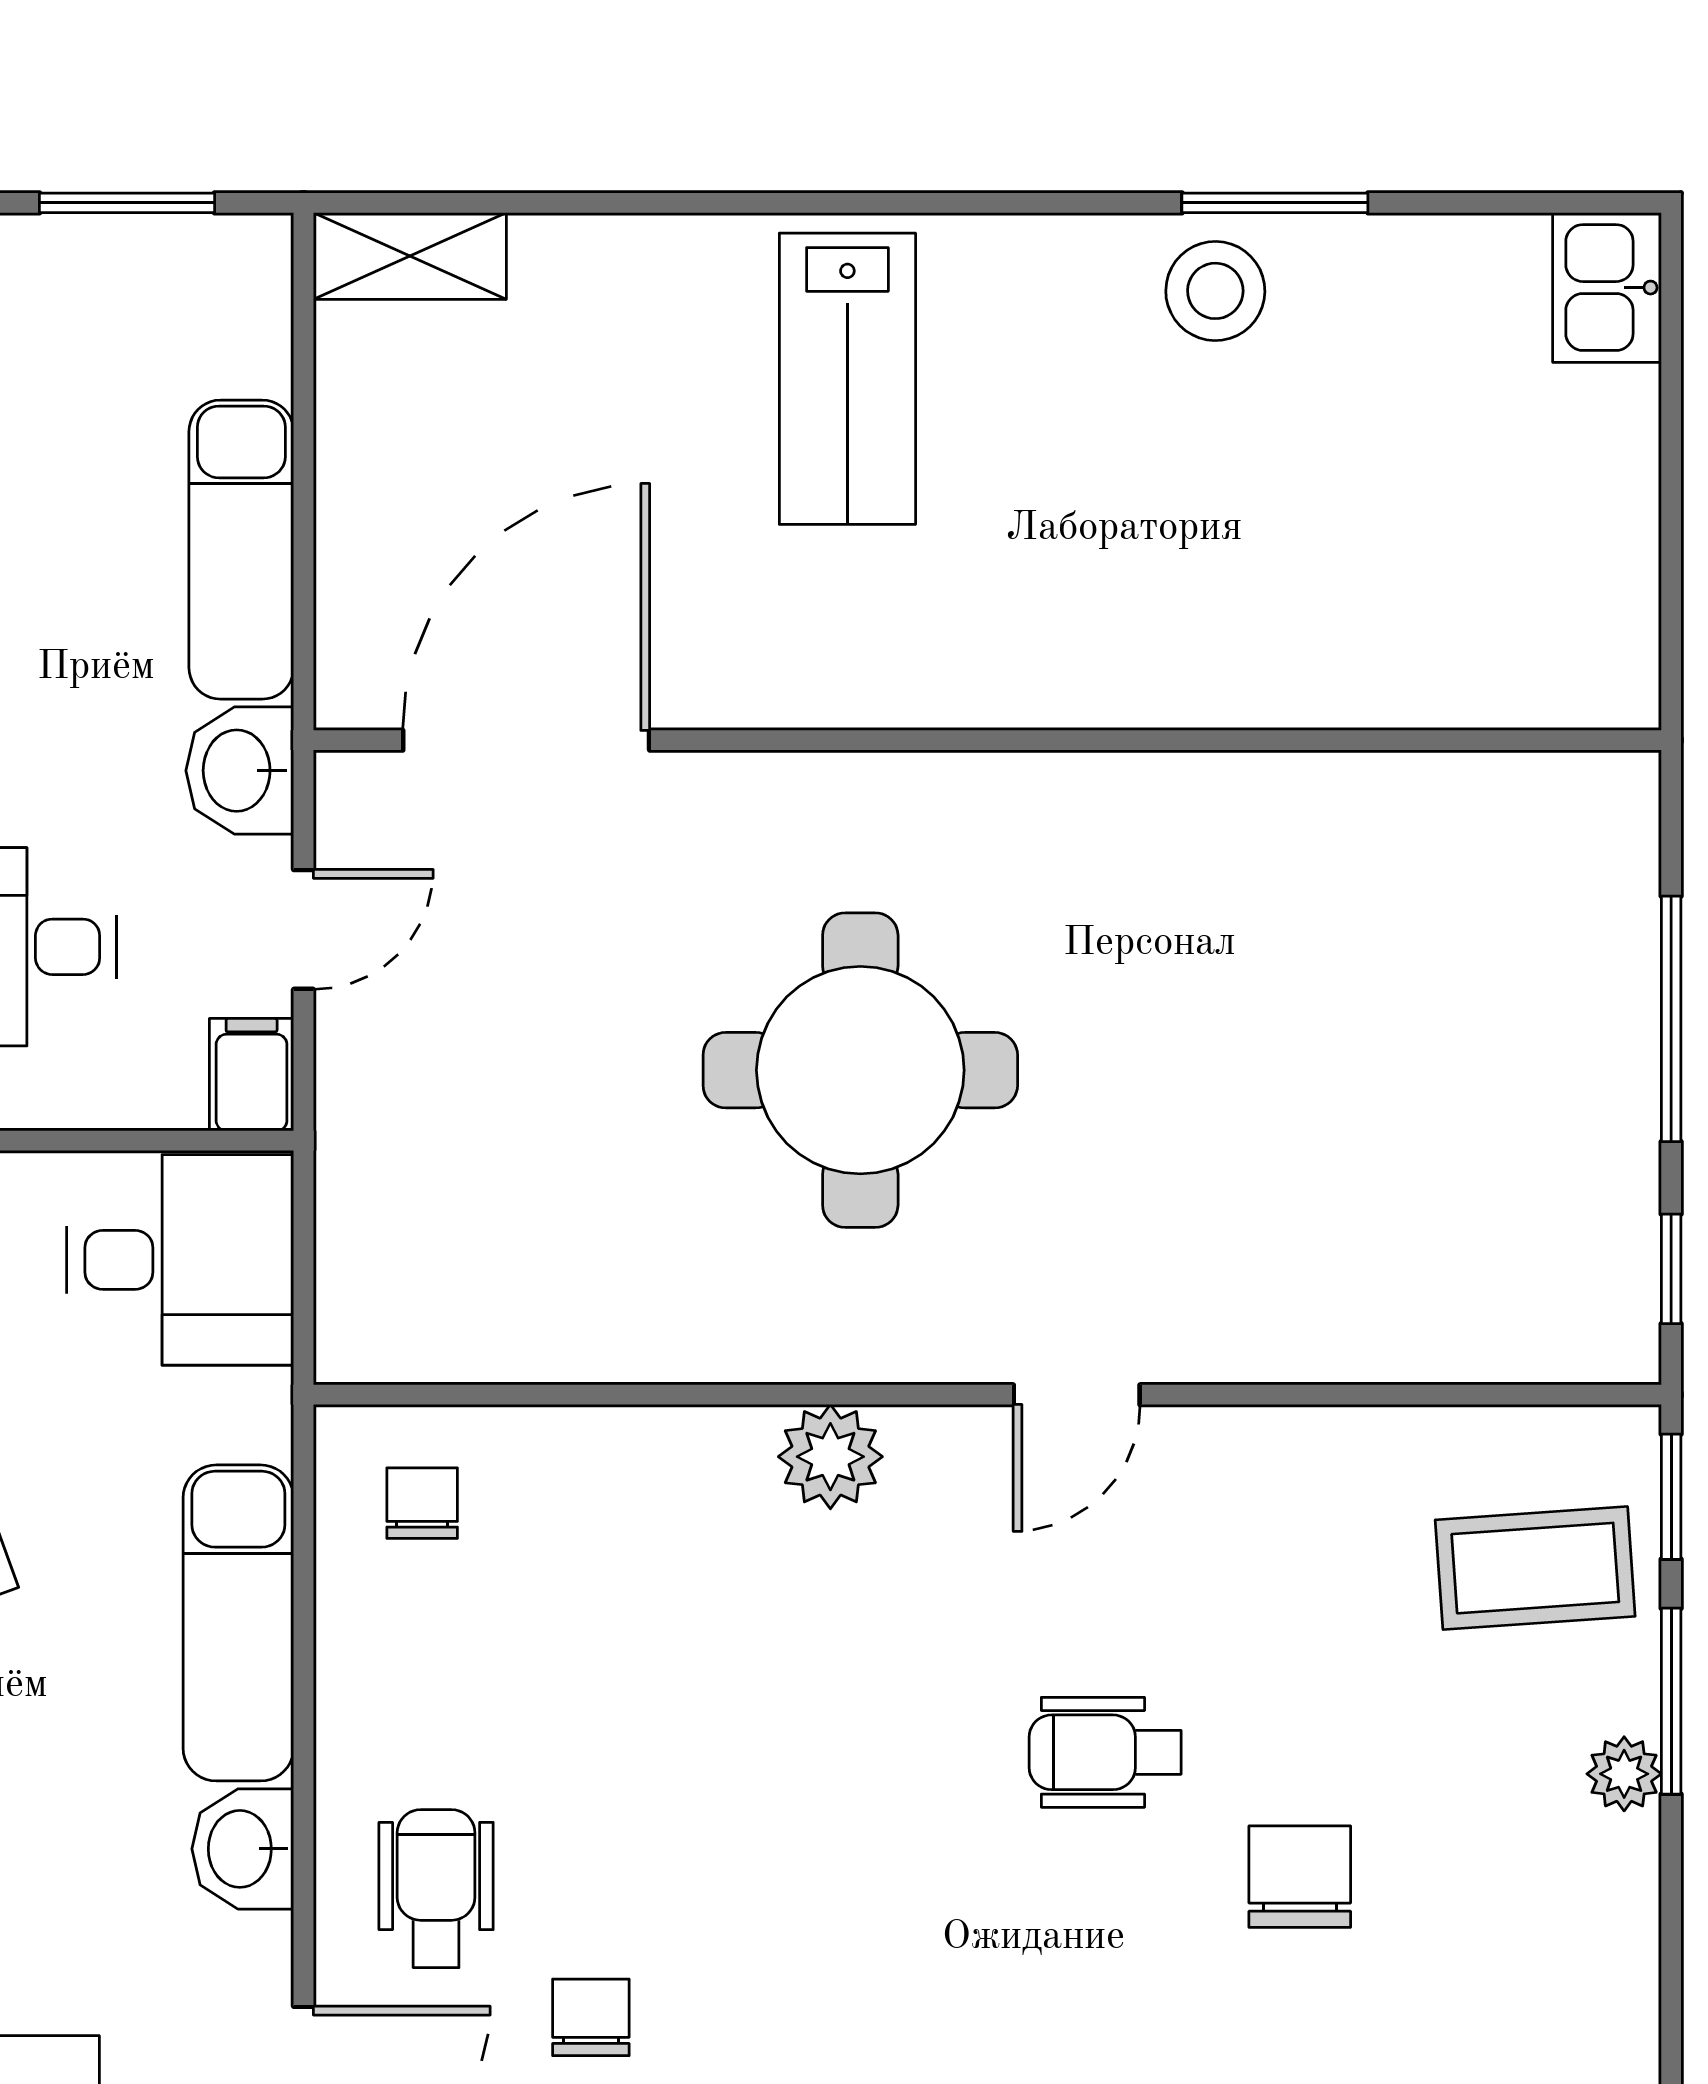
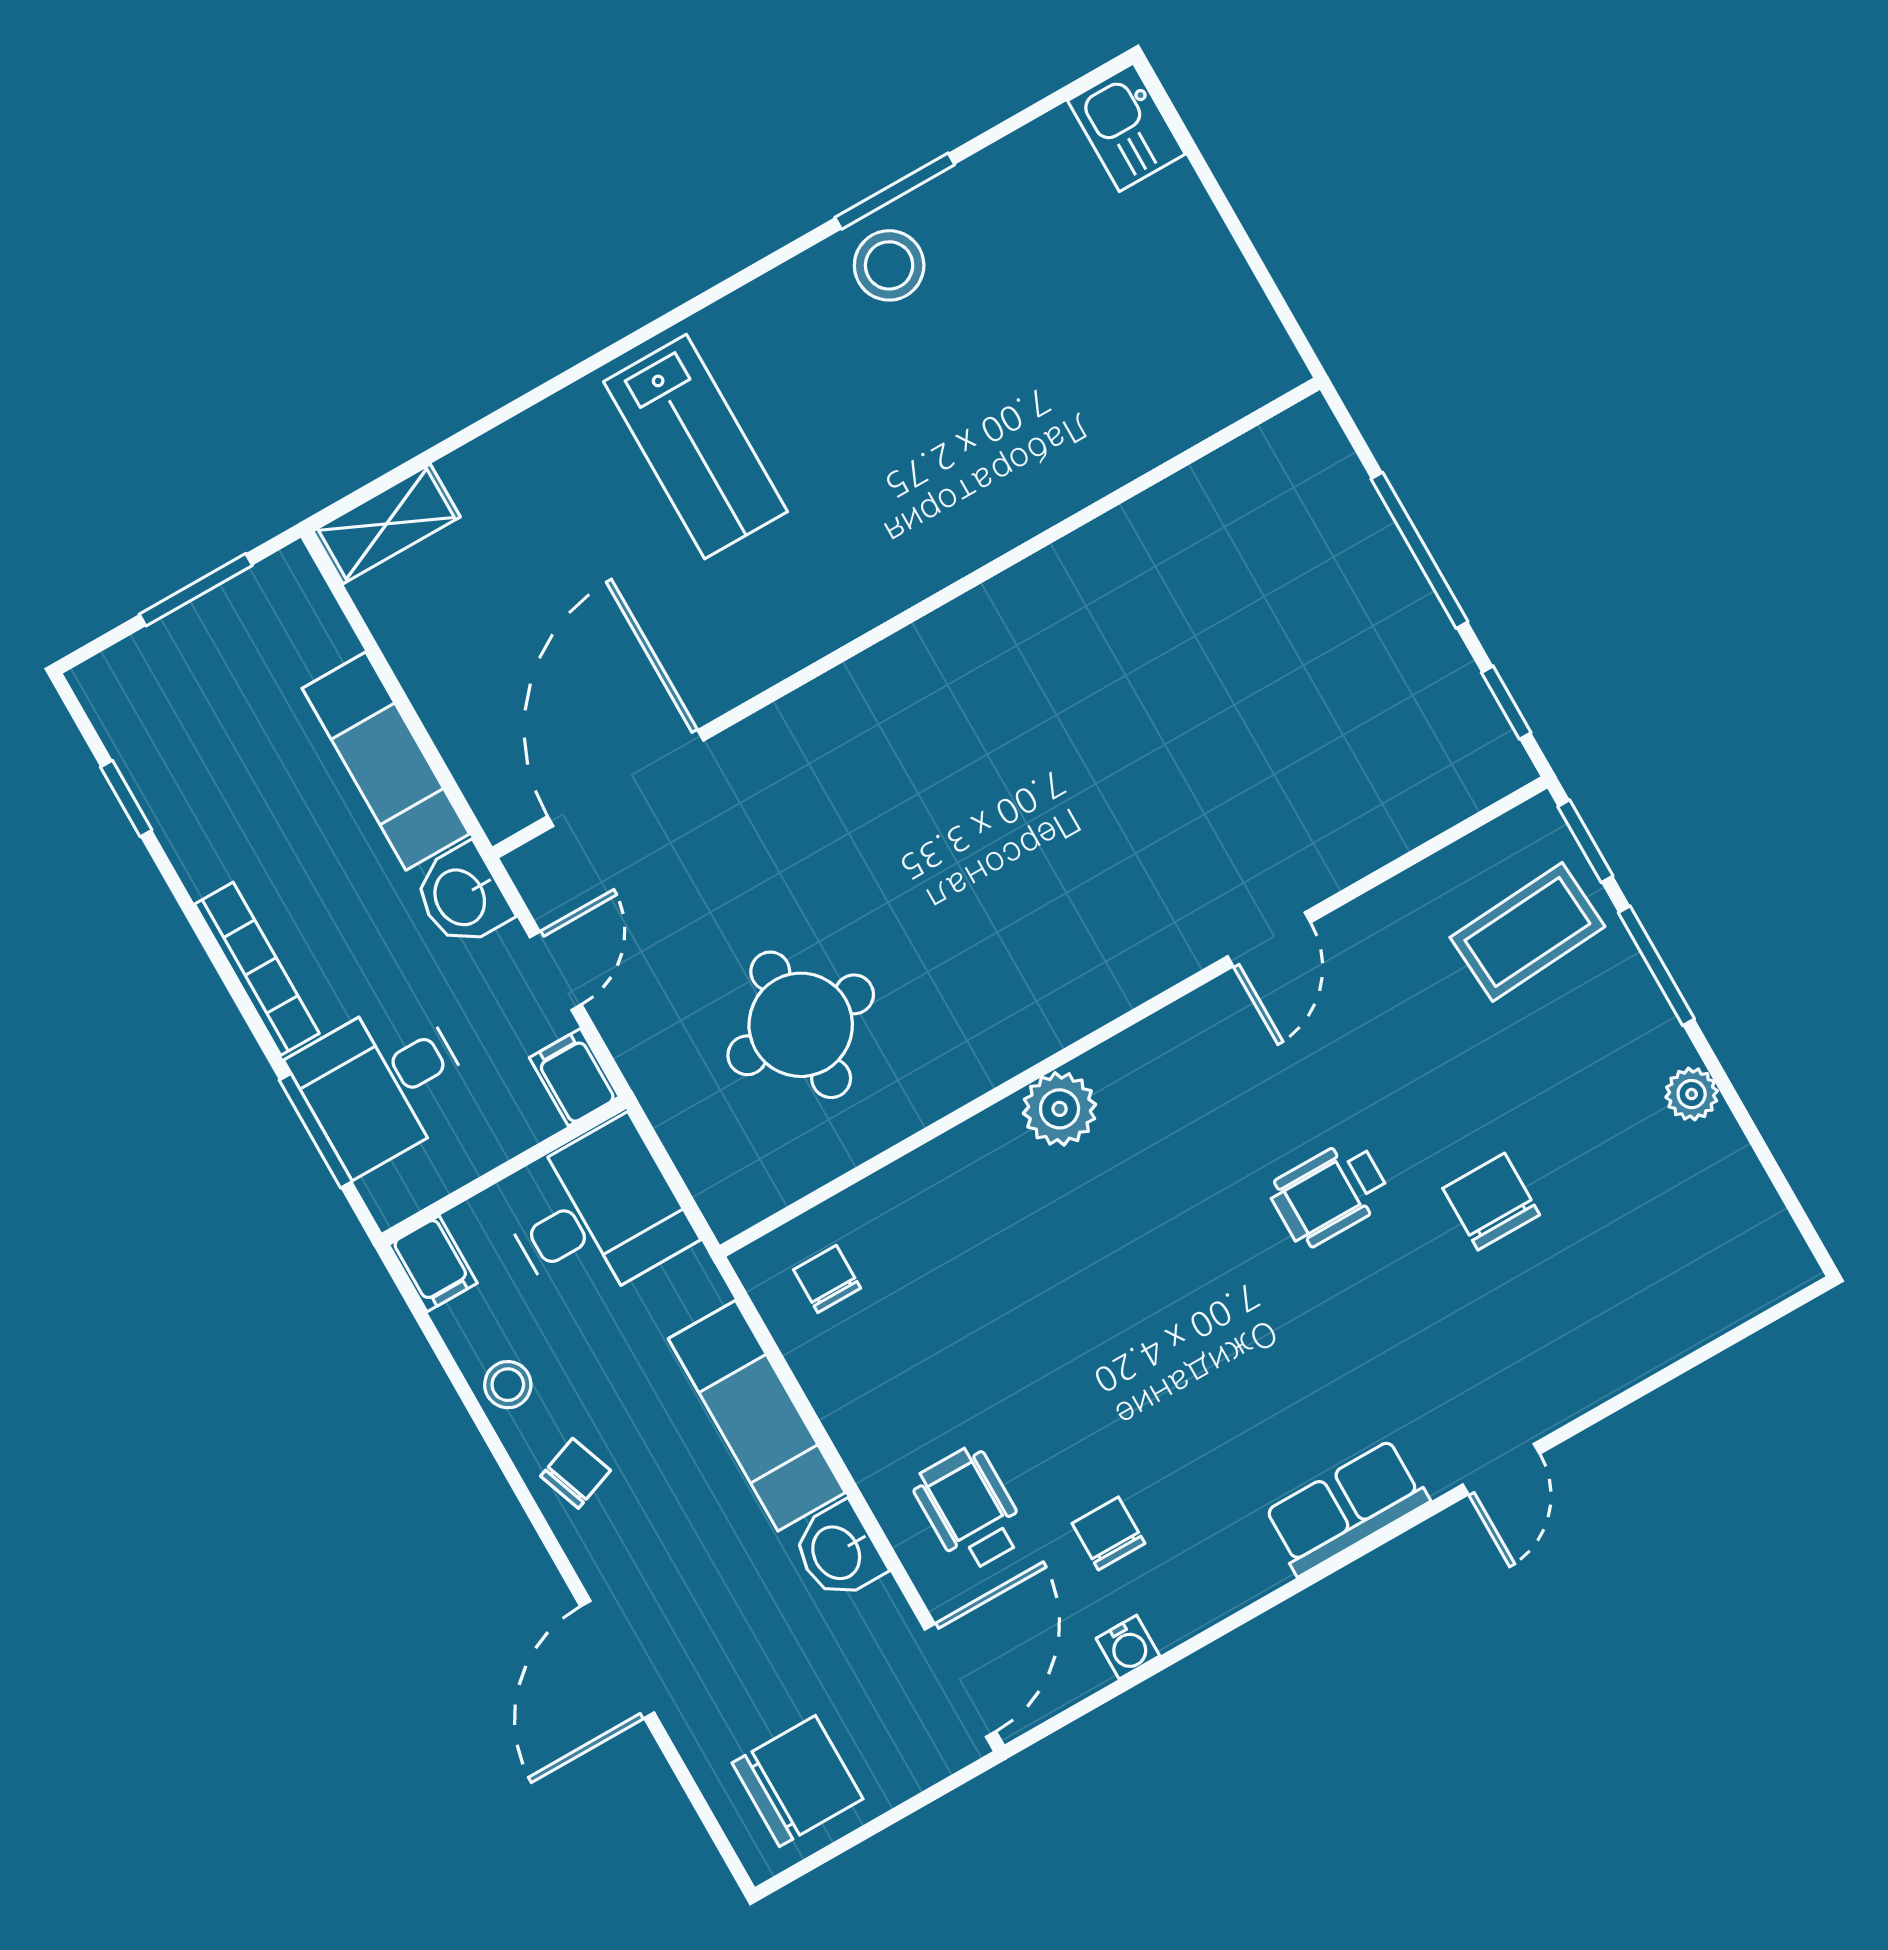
round table: (860, 1070) -> (801, 1025), moved, width x0.73, depth x0.73
door: (1077, 1395) -> (1269, 939), moved
plant: (1624, 1774) -> (1692, 1094), moved

